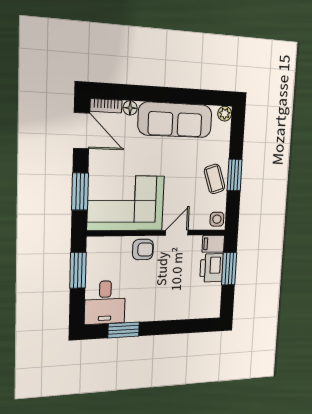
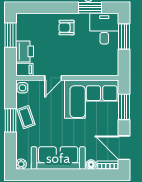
armchair: (143, 250) -> (67, 28), moved
window: (229, 269) -> (10, 35), moved
window: (78, 270) -> (124, 37), moved

